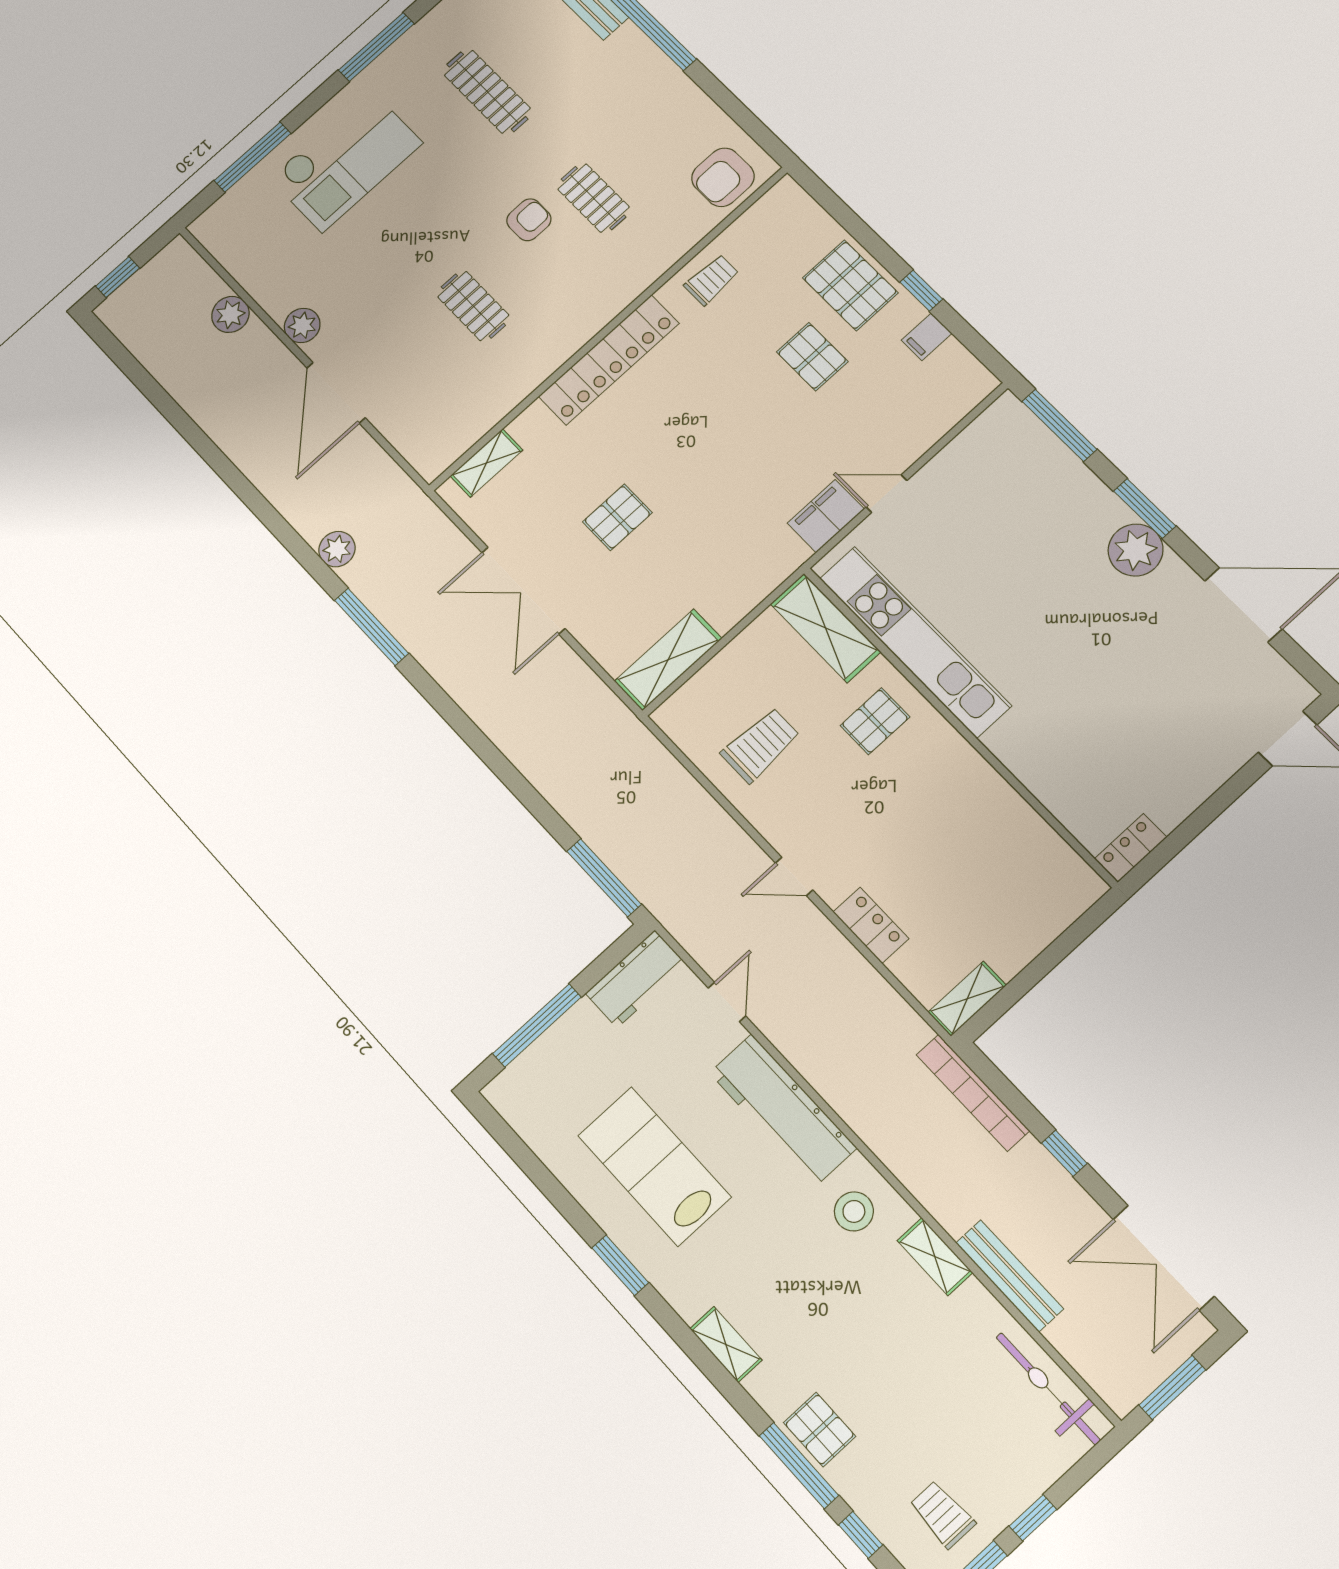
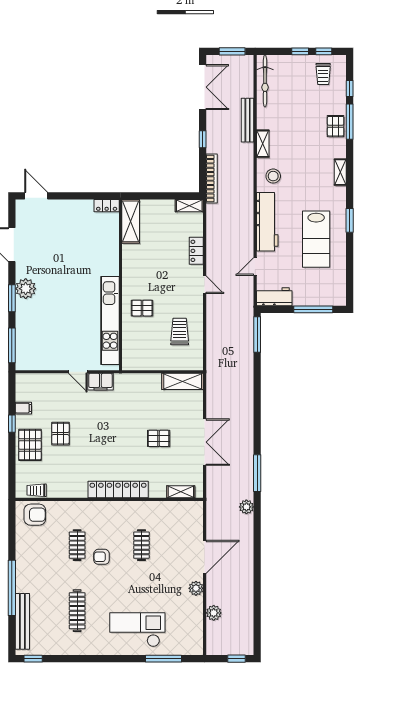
window: (376, 47) -> (96, 659), removed
trolley: (712, 280) -> (37, 490), moved
shelving: (826, 628) -> (131, 221), moved
trolley: (760, 745) -> (180, 331), turned 90

